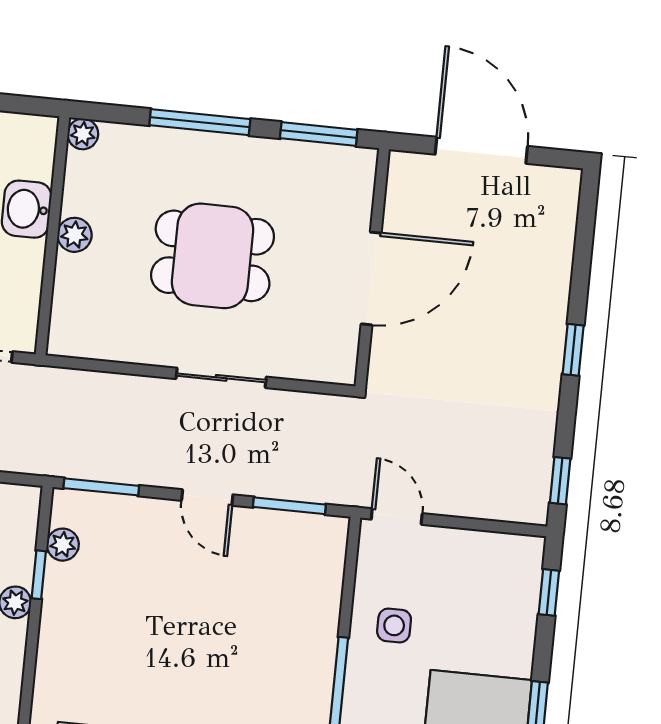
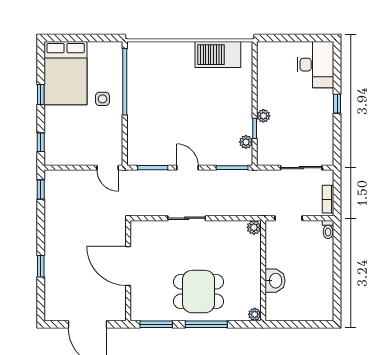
plant: (75, 235) -> (254, 227), moved
dining table: (213, 256) -> (199, 292), moved
door: (371, 279) -> (128, 266), hinge flipped
window: (573, 350) -> (41, 266), moved
side table: (394, 625) -> (103, 99), moved

